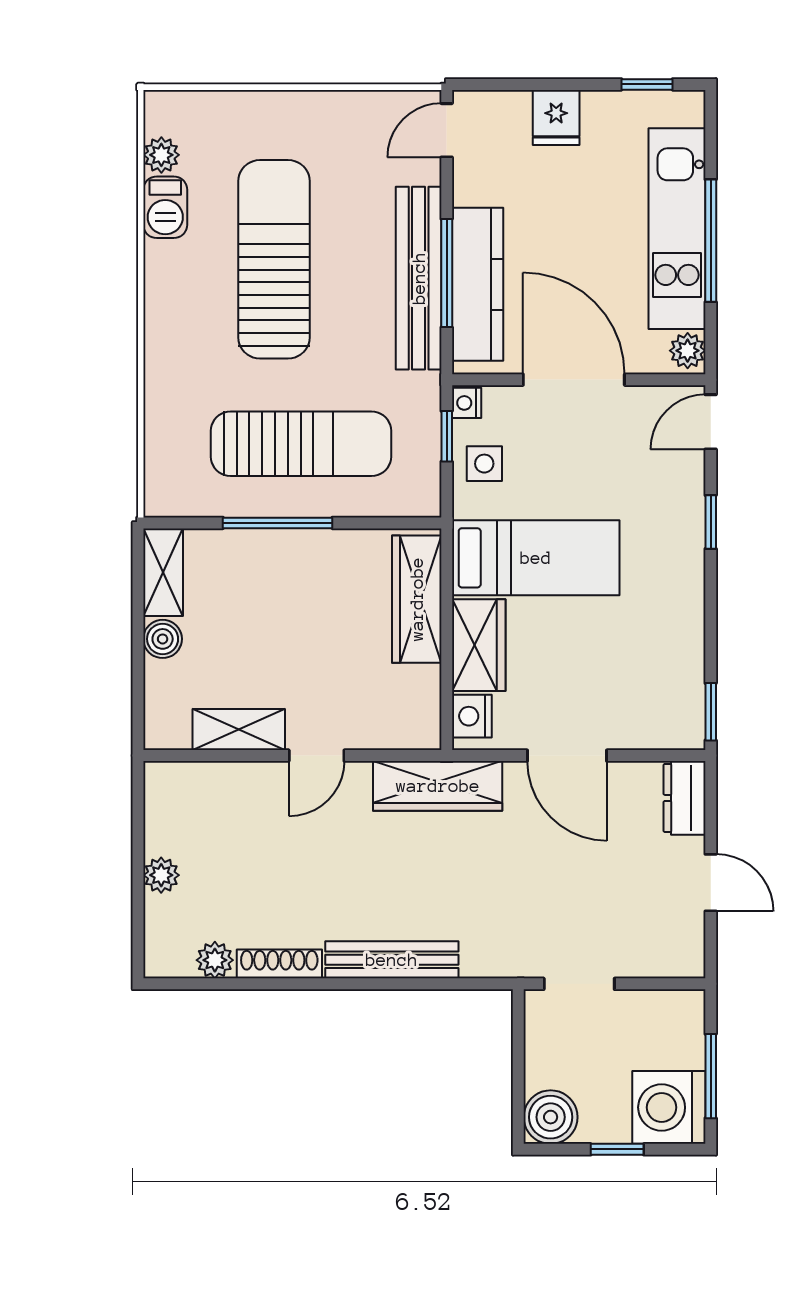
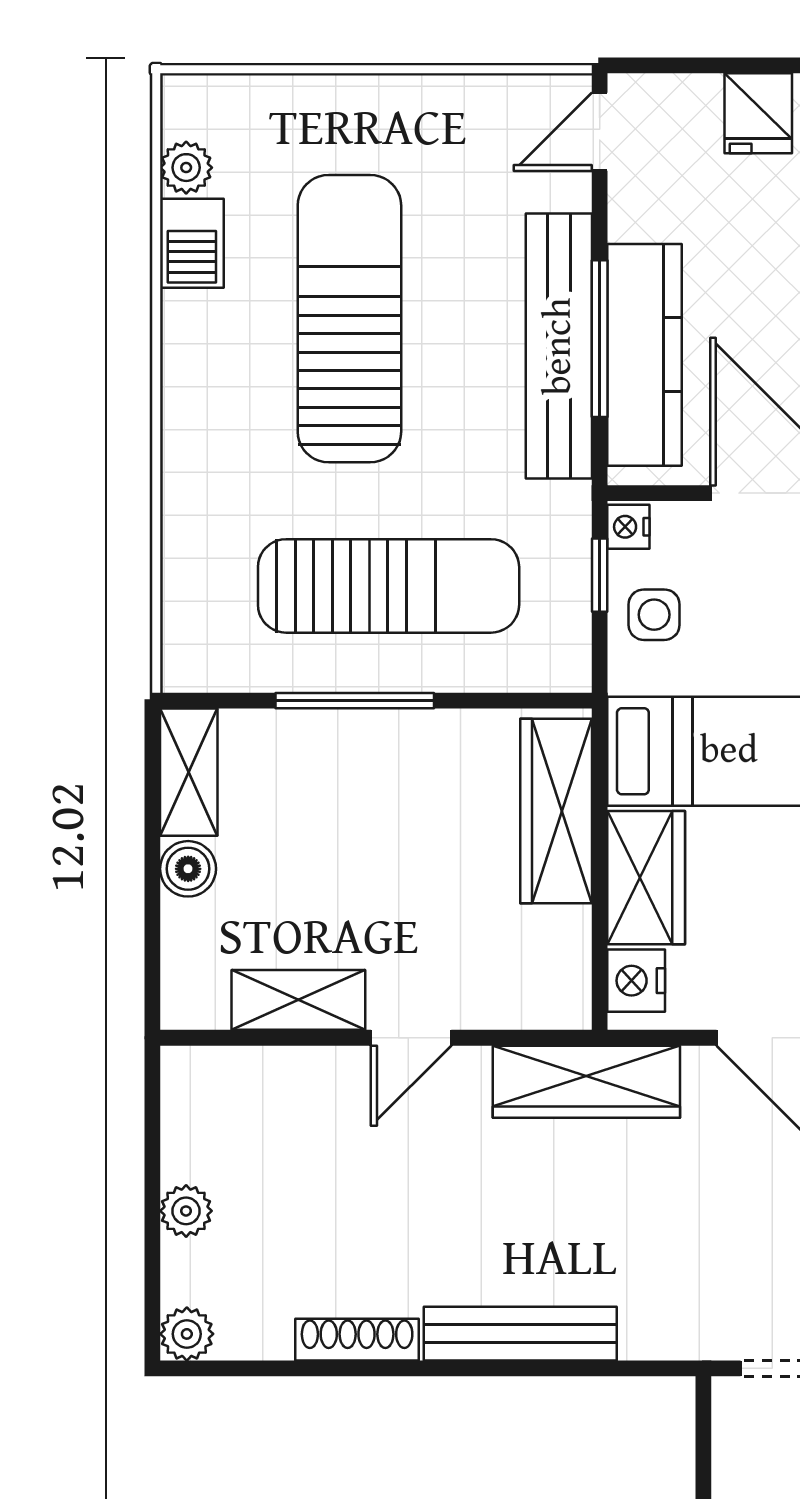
plant: (215, 960) -> (187, 1334), moved

